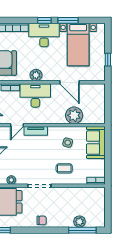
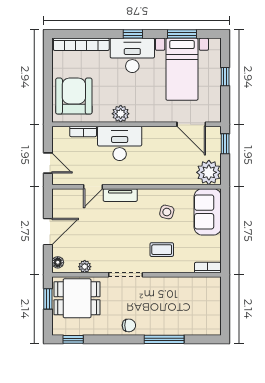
window: (68, 20) -> (182, 34), moved
window: (108, 60) -> (225, 77), moved
door: (70, 82) -> (191, 124), moved
window: (108, 96) -> (225, 144), added
plant: (74, 115) -> (209, 172), moved
plant: (80, 222) -> (184, 327), removed
window: (82, 230) -> (164, 339), moved

